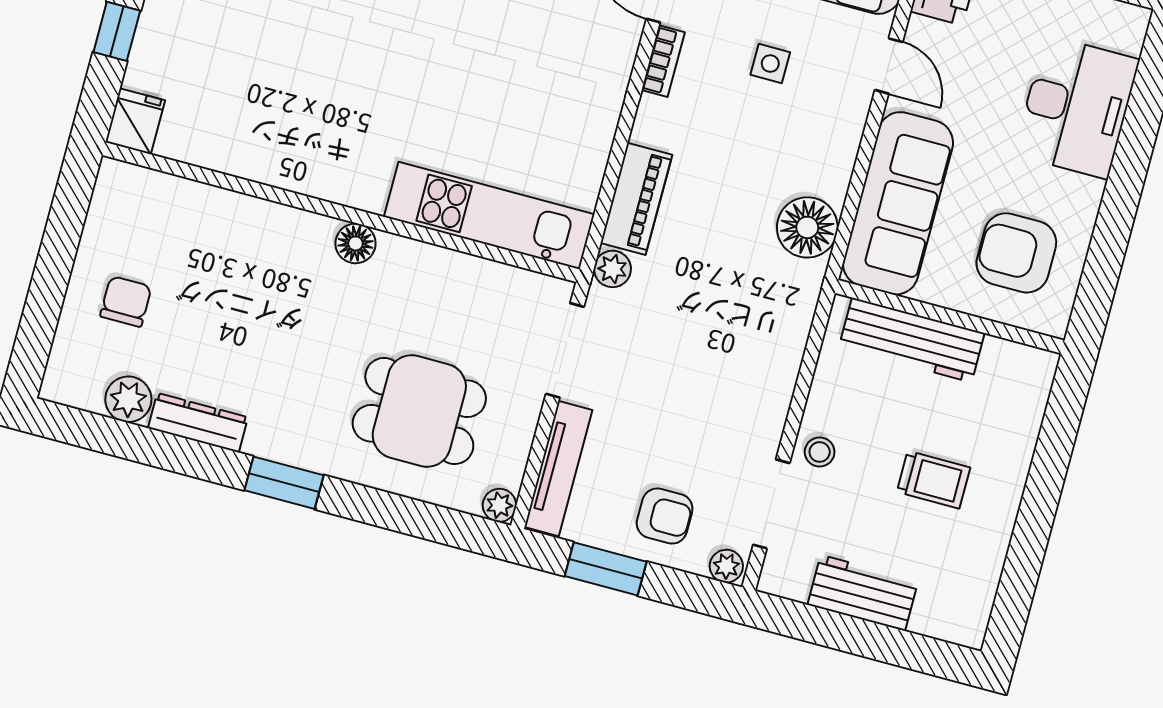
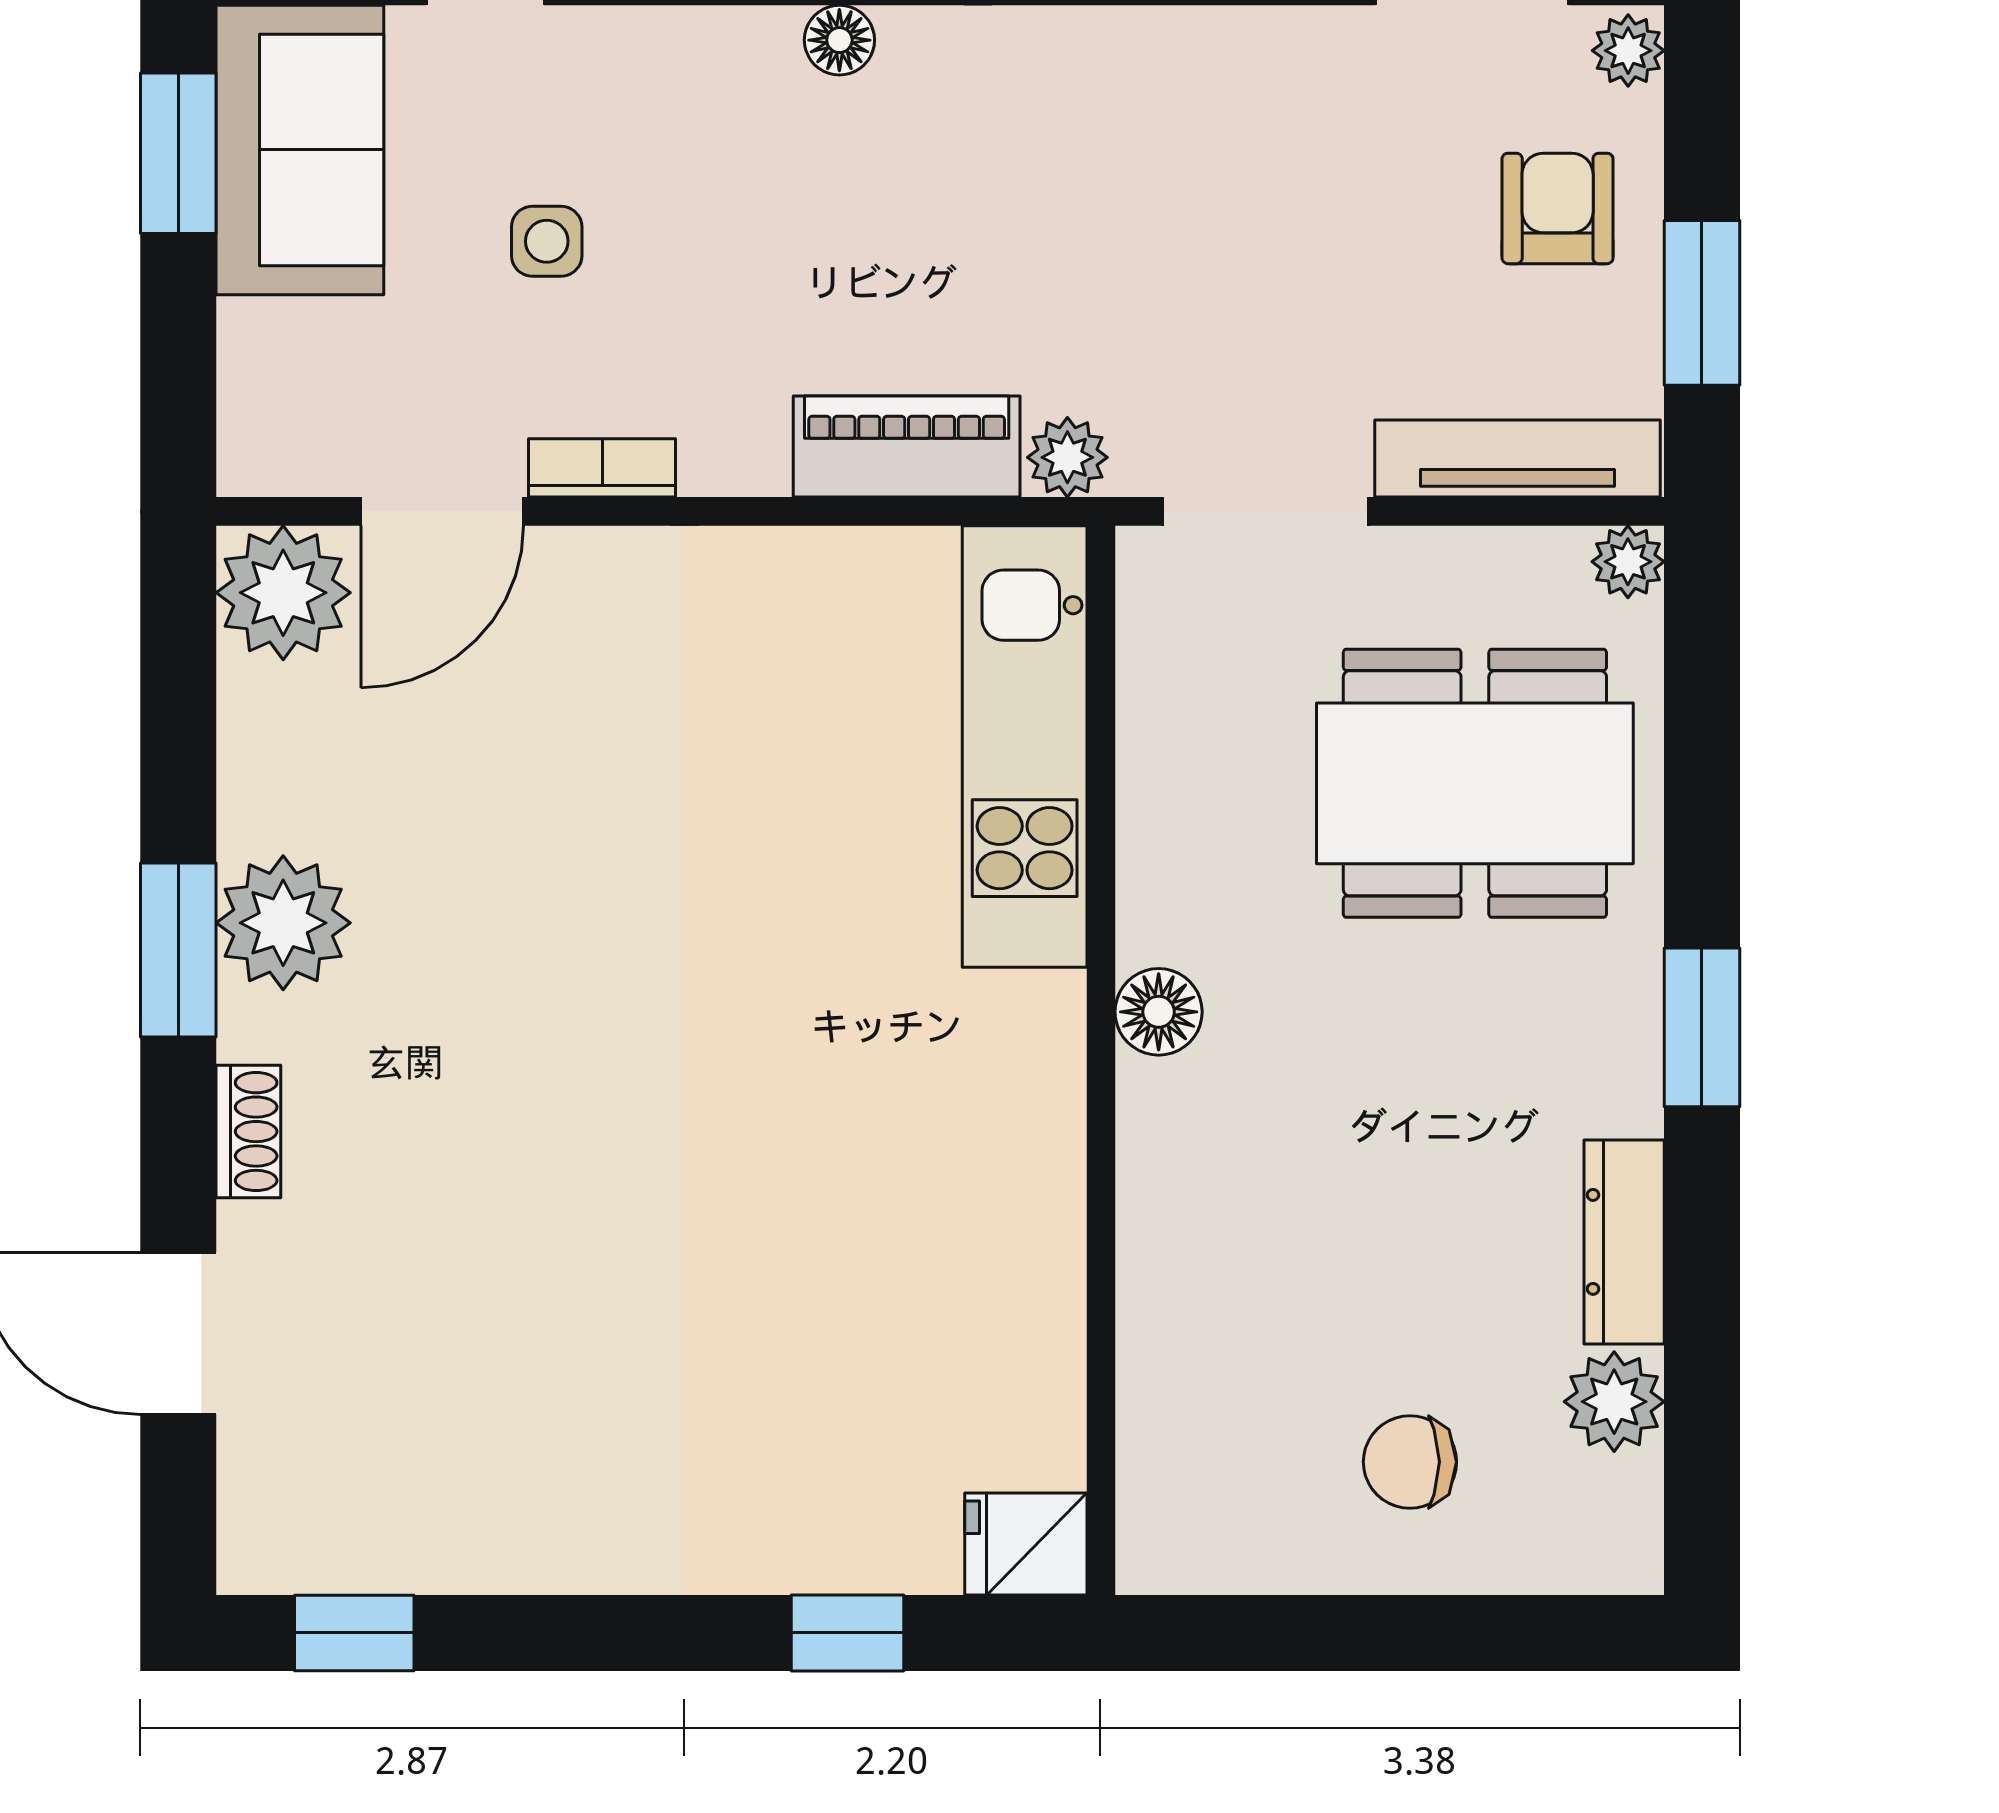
floor lamp: (807, 227) -> (839, 40), width x0.53, depth x0.53
dining table: (419, 411) -> (1475, 783), width x1.38

